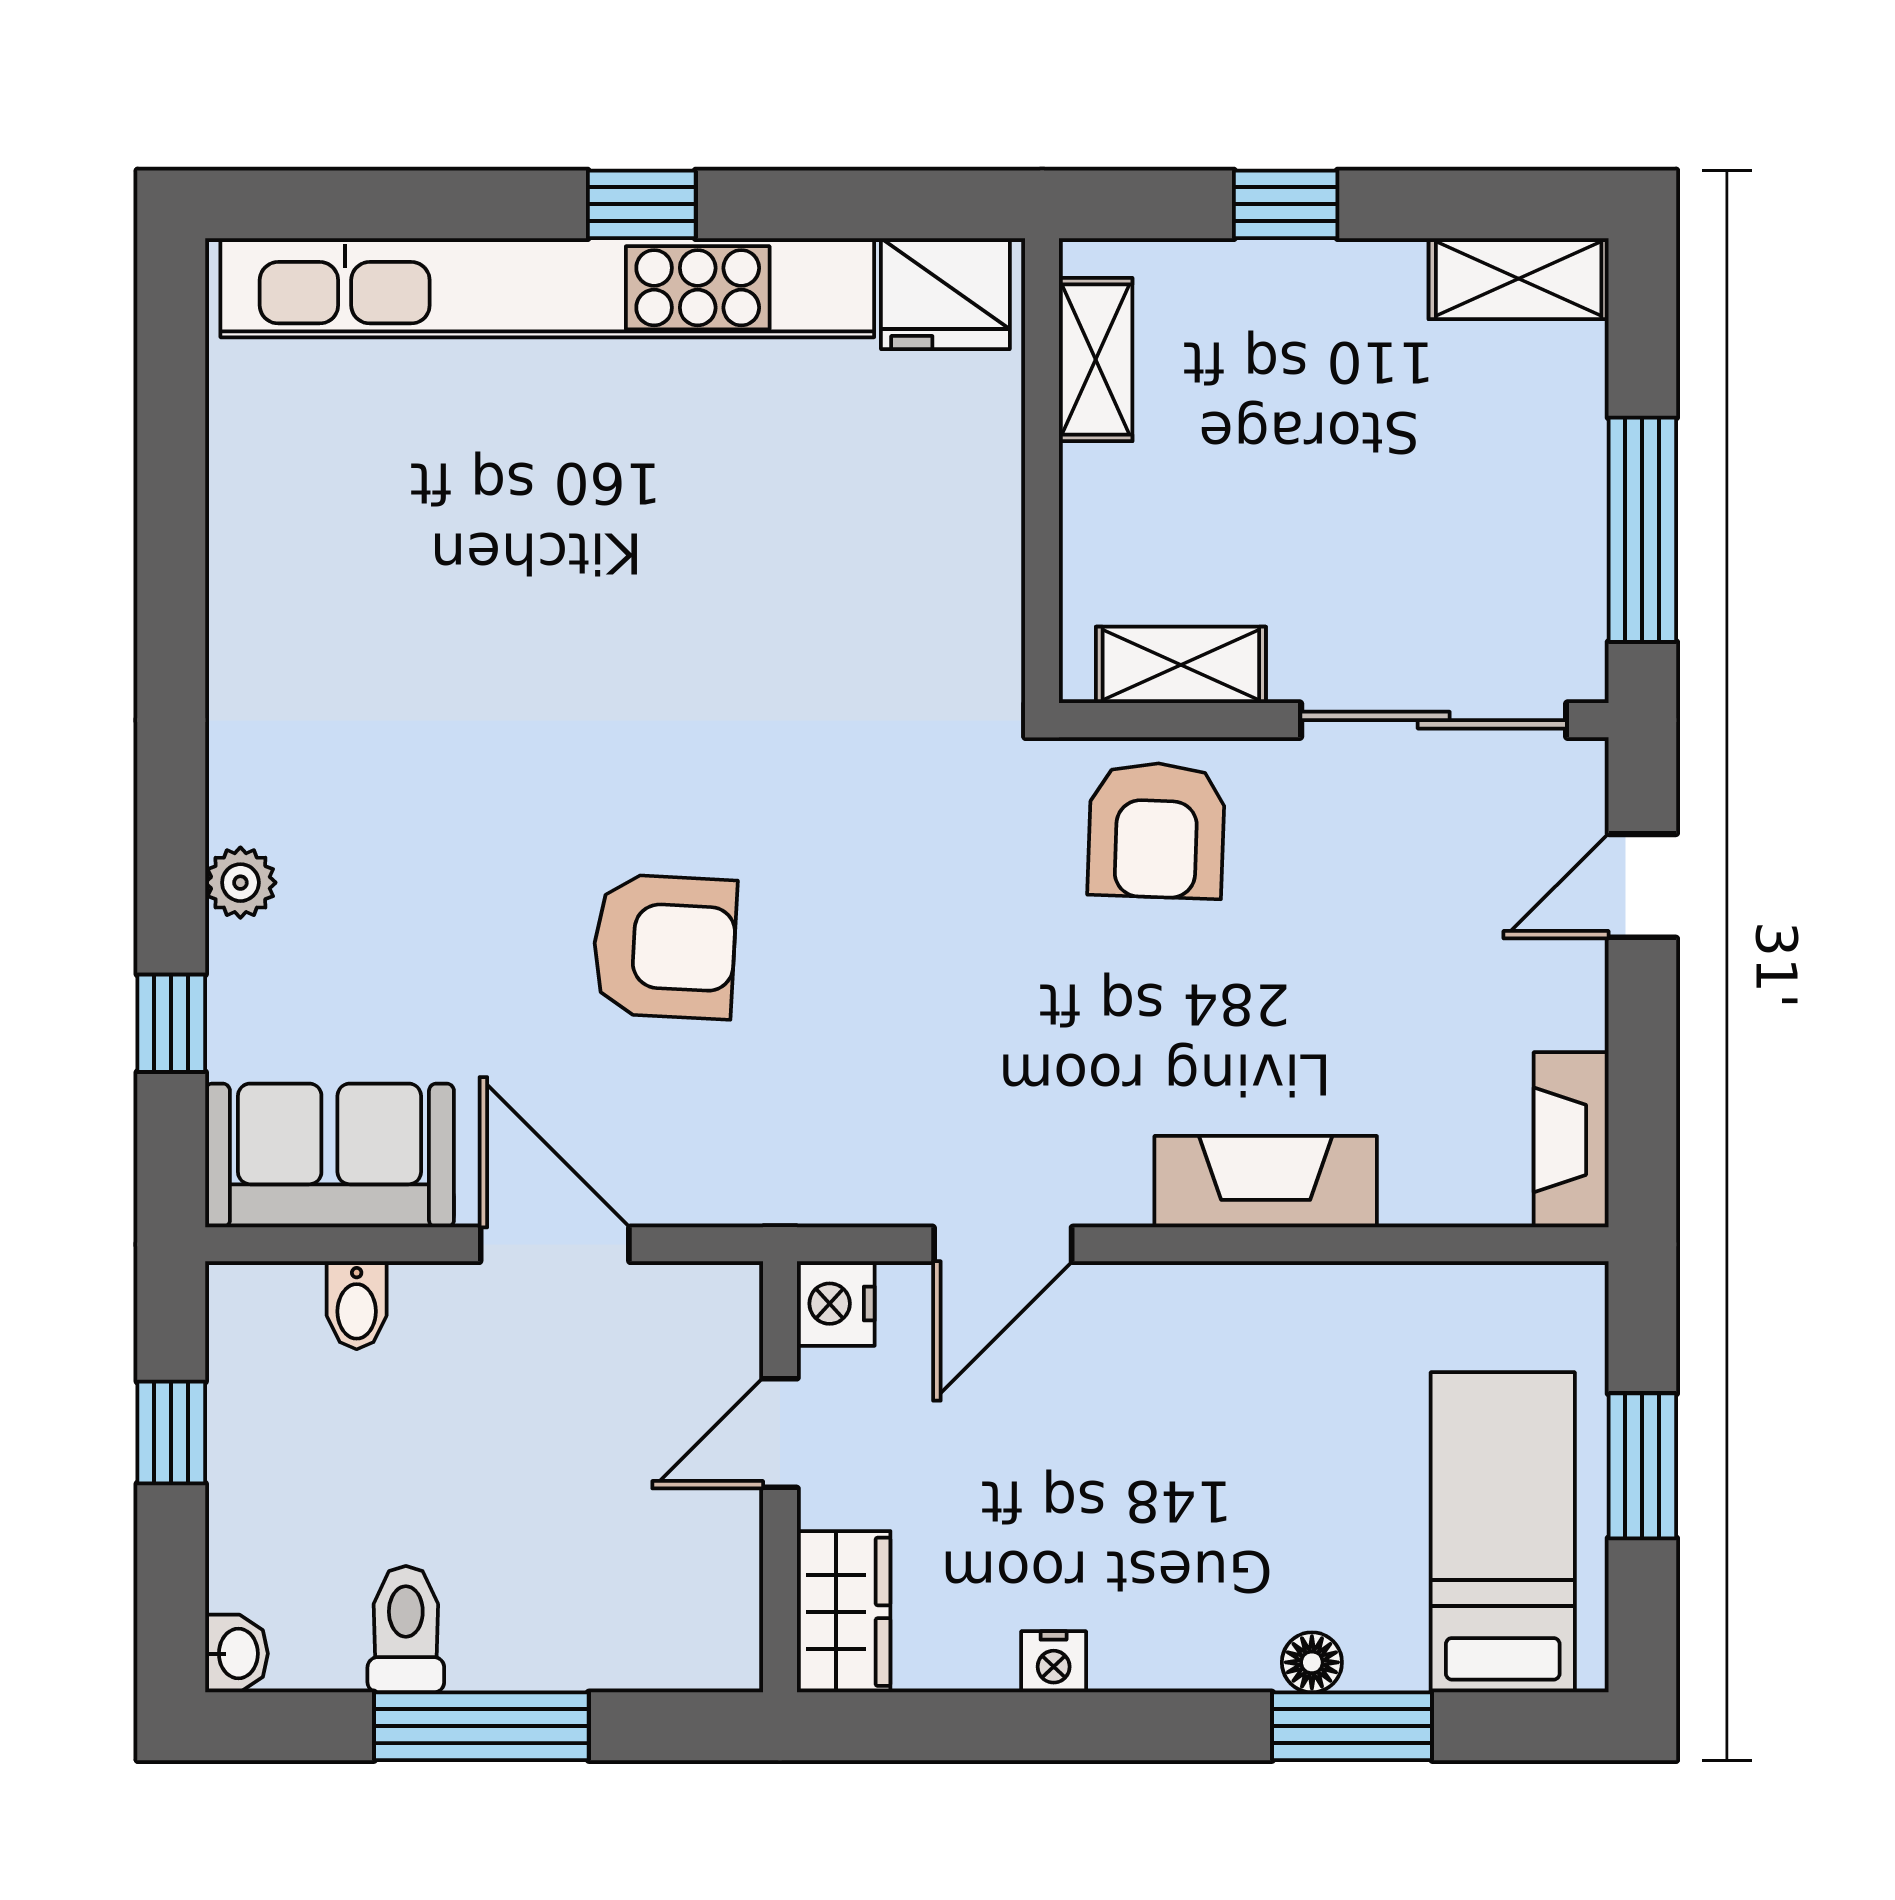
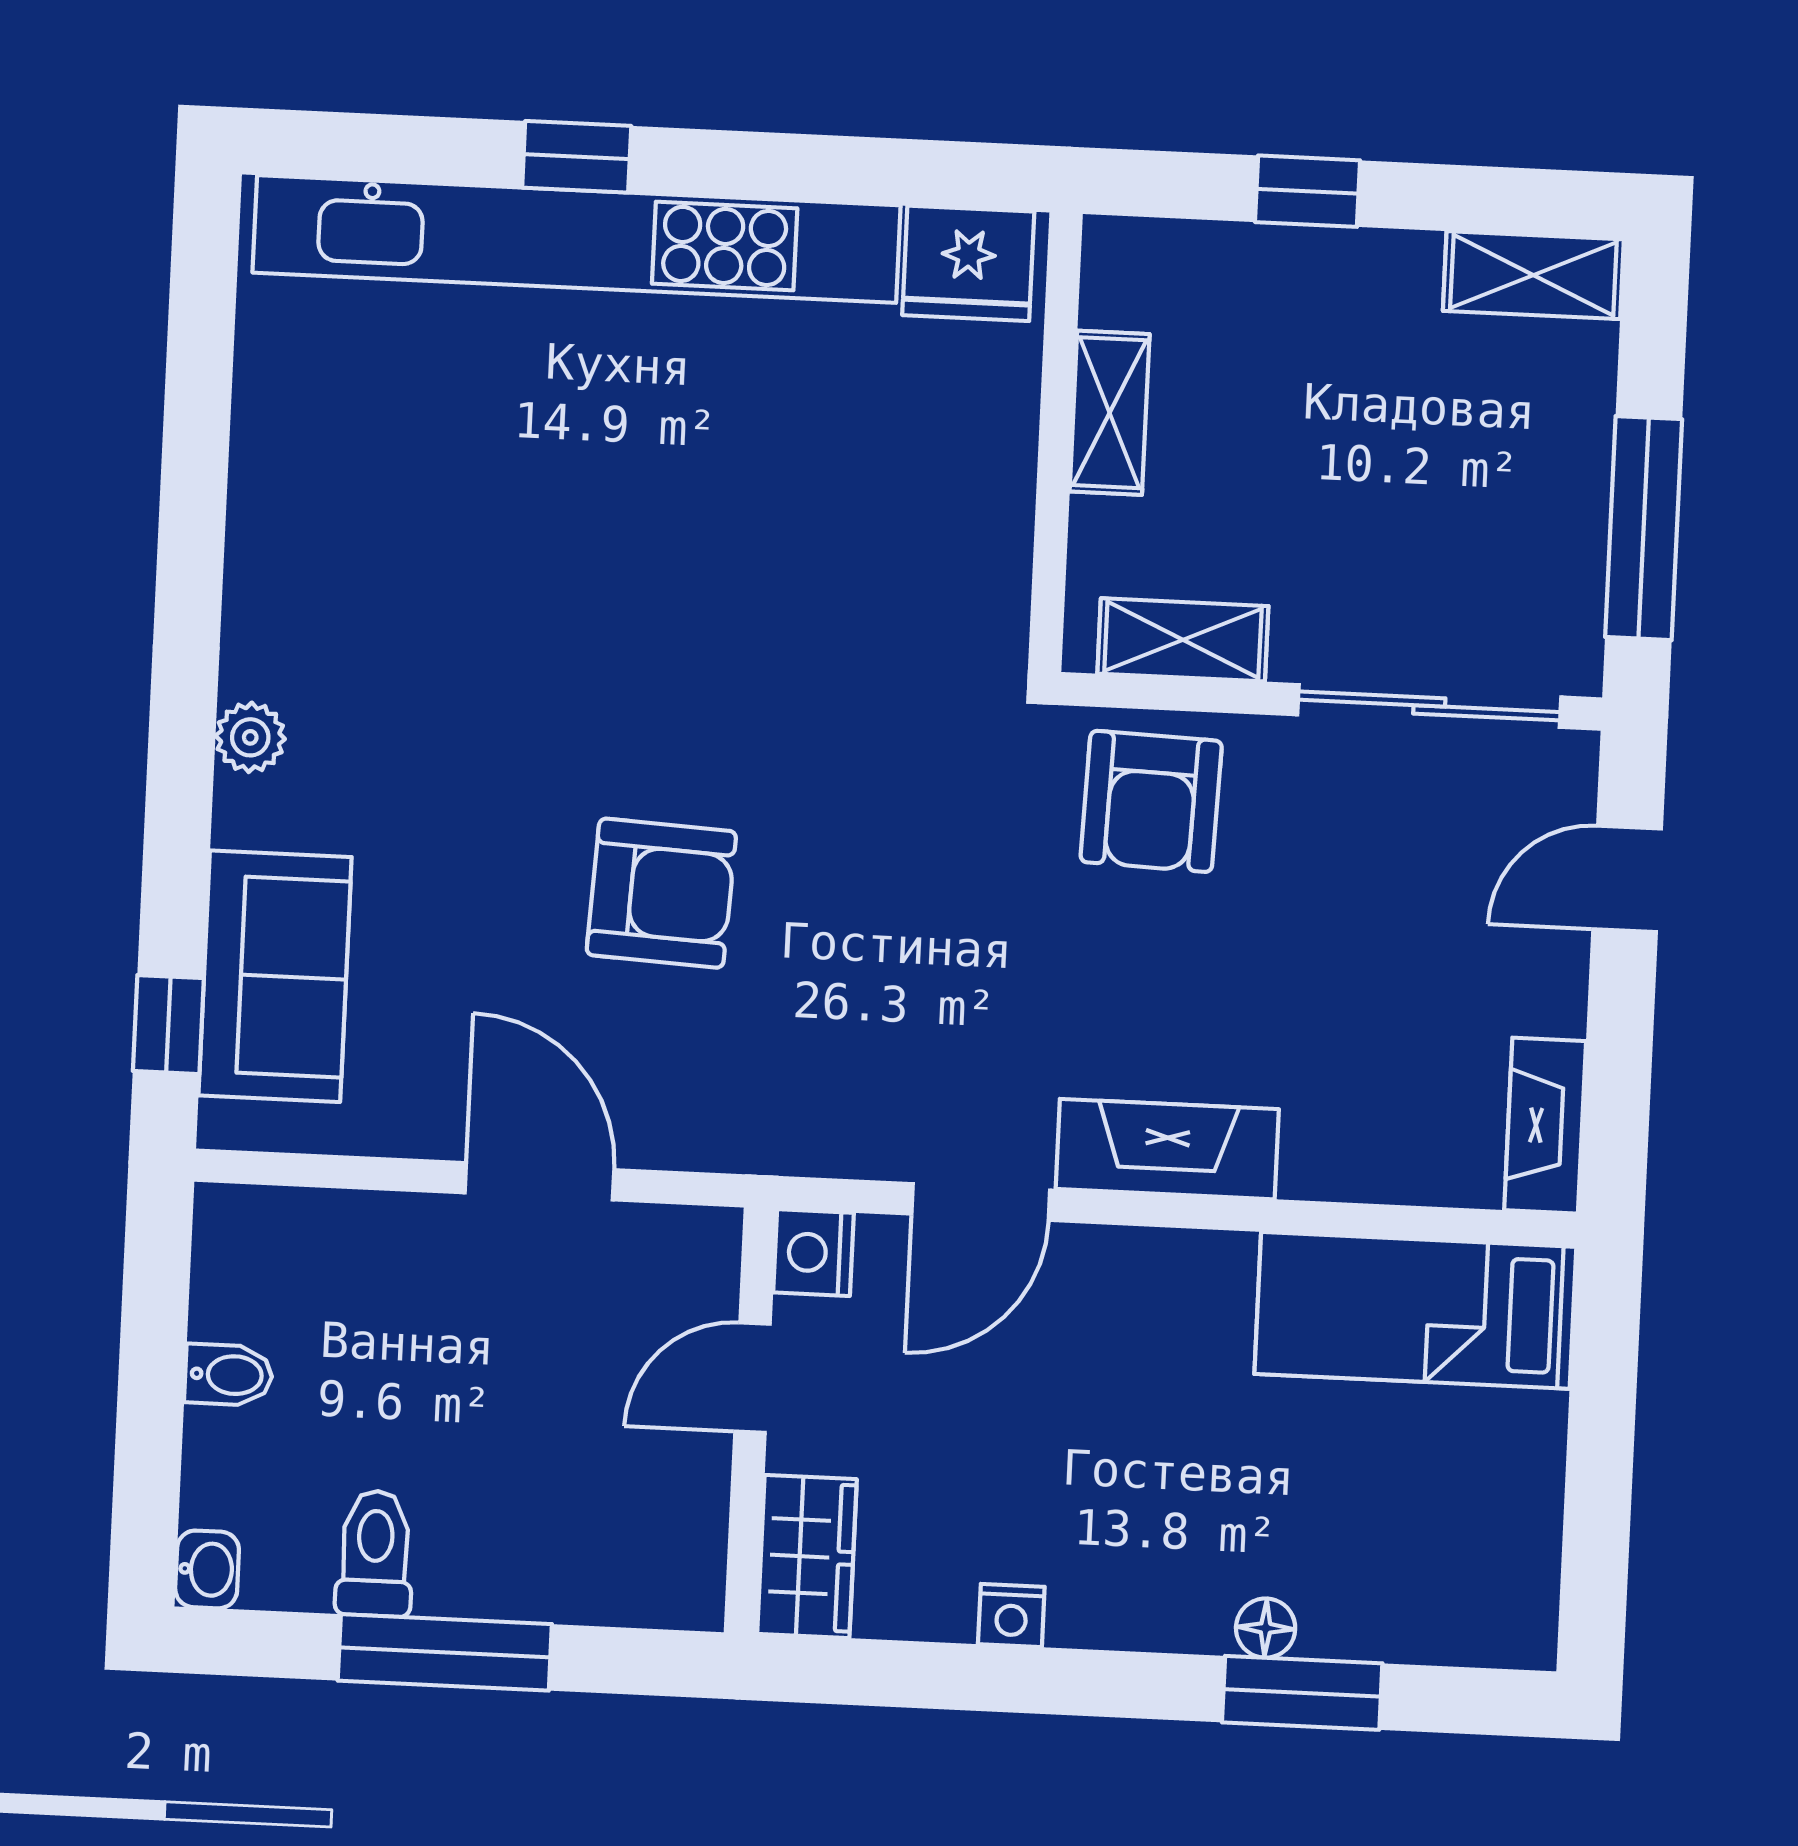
window: (642, 204) -> (577, 157), moved
shelving: (1096, 360) -> (1110, 413), moved
plant: (240, 883) -> (250, 737), moved
window: (171, 1023) -> (168, 1025), moved
sofa: (329, 1155) -> (275, 976), moved, turned 90
fireplace: (1266, 1182) -> (1167, 1149), moved
bidet: (357, 1305) -> (229, 1375), moved, turned -90
window: (171, 1433) -> (153, 1349), removed
window: (1642, 1466) -> (1600, 1450), removed
bed: (1503, 1532) -> (1415, 1310), moved, turned -90

